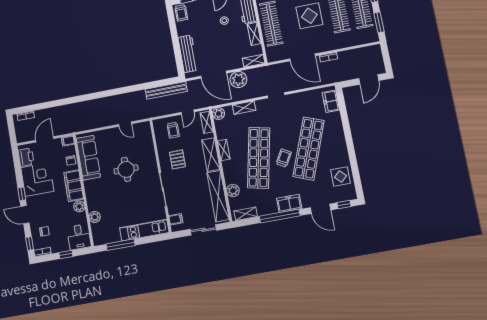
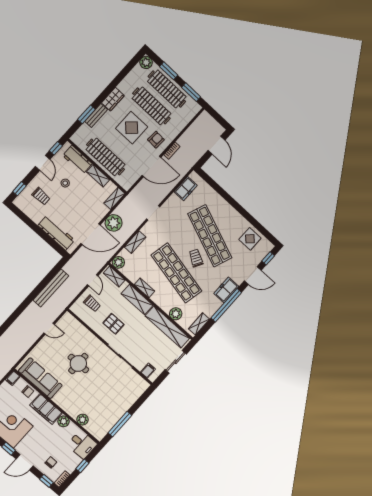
trolley: (181, 13) -> (41, 196), moved
armchair: (322, 39) -> (156, 140), added
bench: (166, 90) -> (51, 288), moved
freezer: (331, 101) -> (186, 189), moved, turned -90
kitchen unit: (144, 230) -> (130, 398), removed

